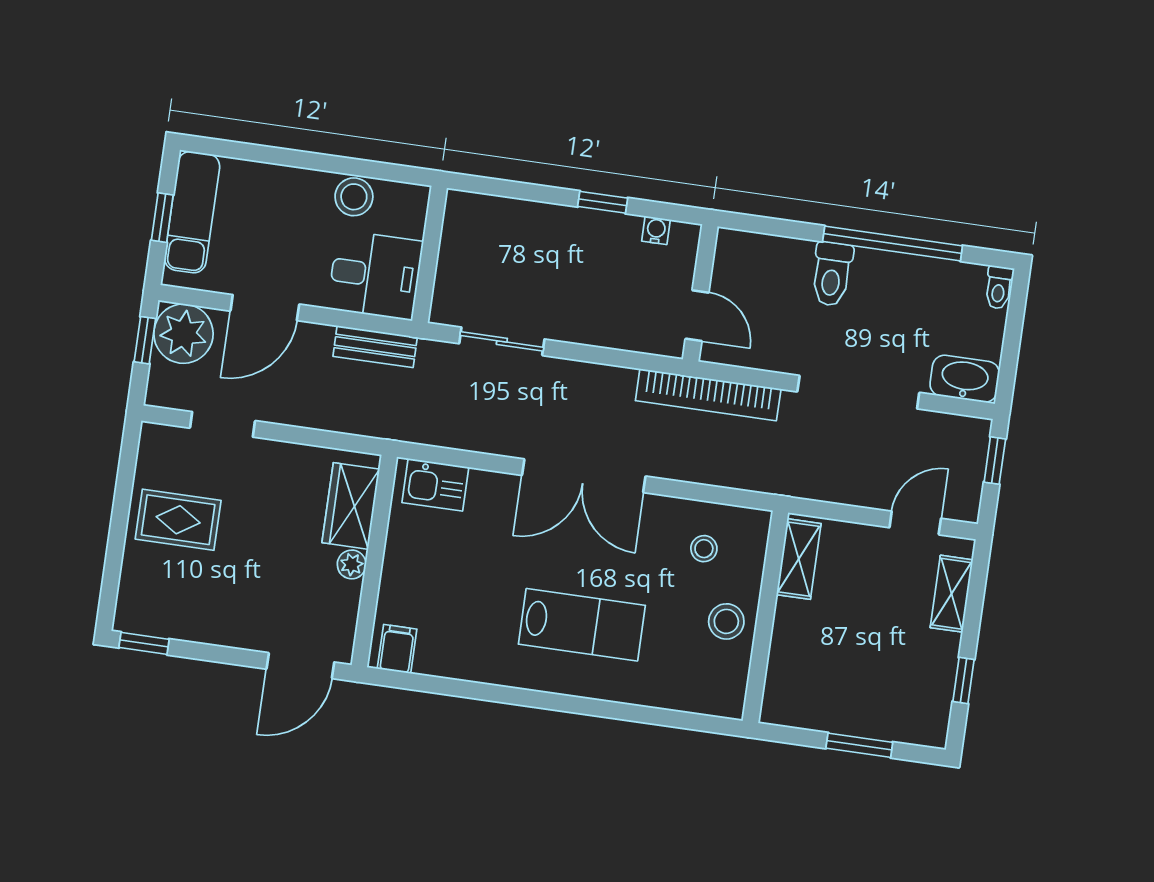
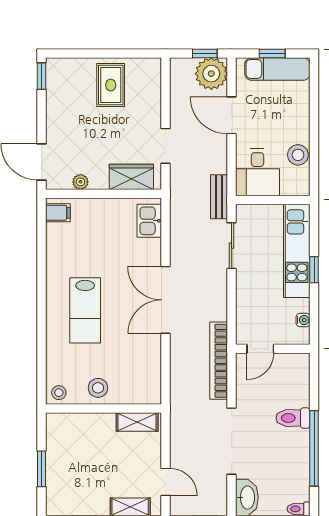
window: (603, 202) -> (314, 270), moved
kitchen unit: (528, 224) -> (297, 251), added
bench: (375, 347) -> (219, 197), moved
doorway: (223, 424) -> (165, 146), moved
stool: (704, 549) -> (59, 393), moved
plant: (352, 564) -> (80, 182), moved

